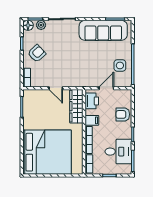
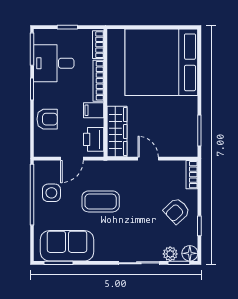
sofa: (103, 30) -> (67, 246), width x0.73
coffee table: (87, 60) -> (101, 201), added

